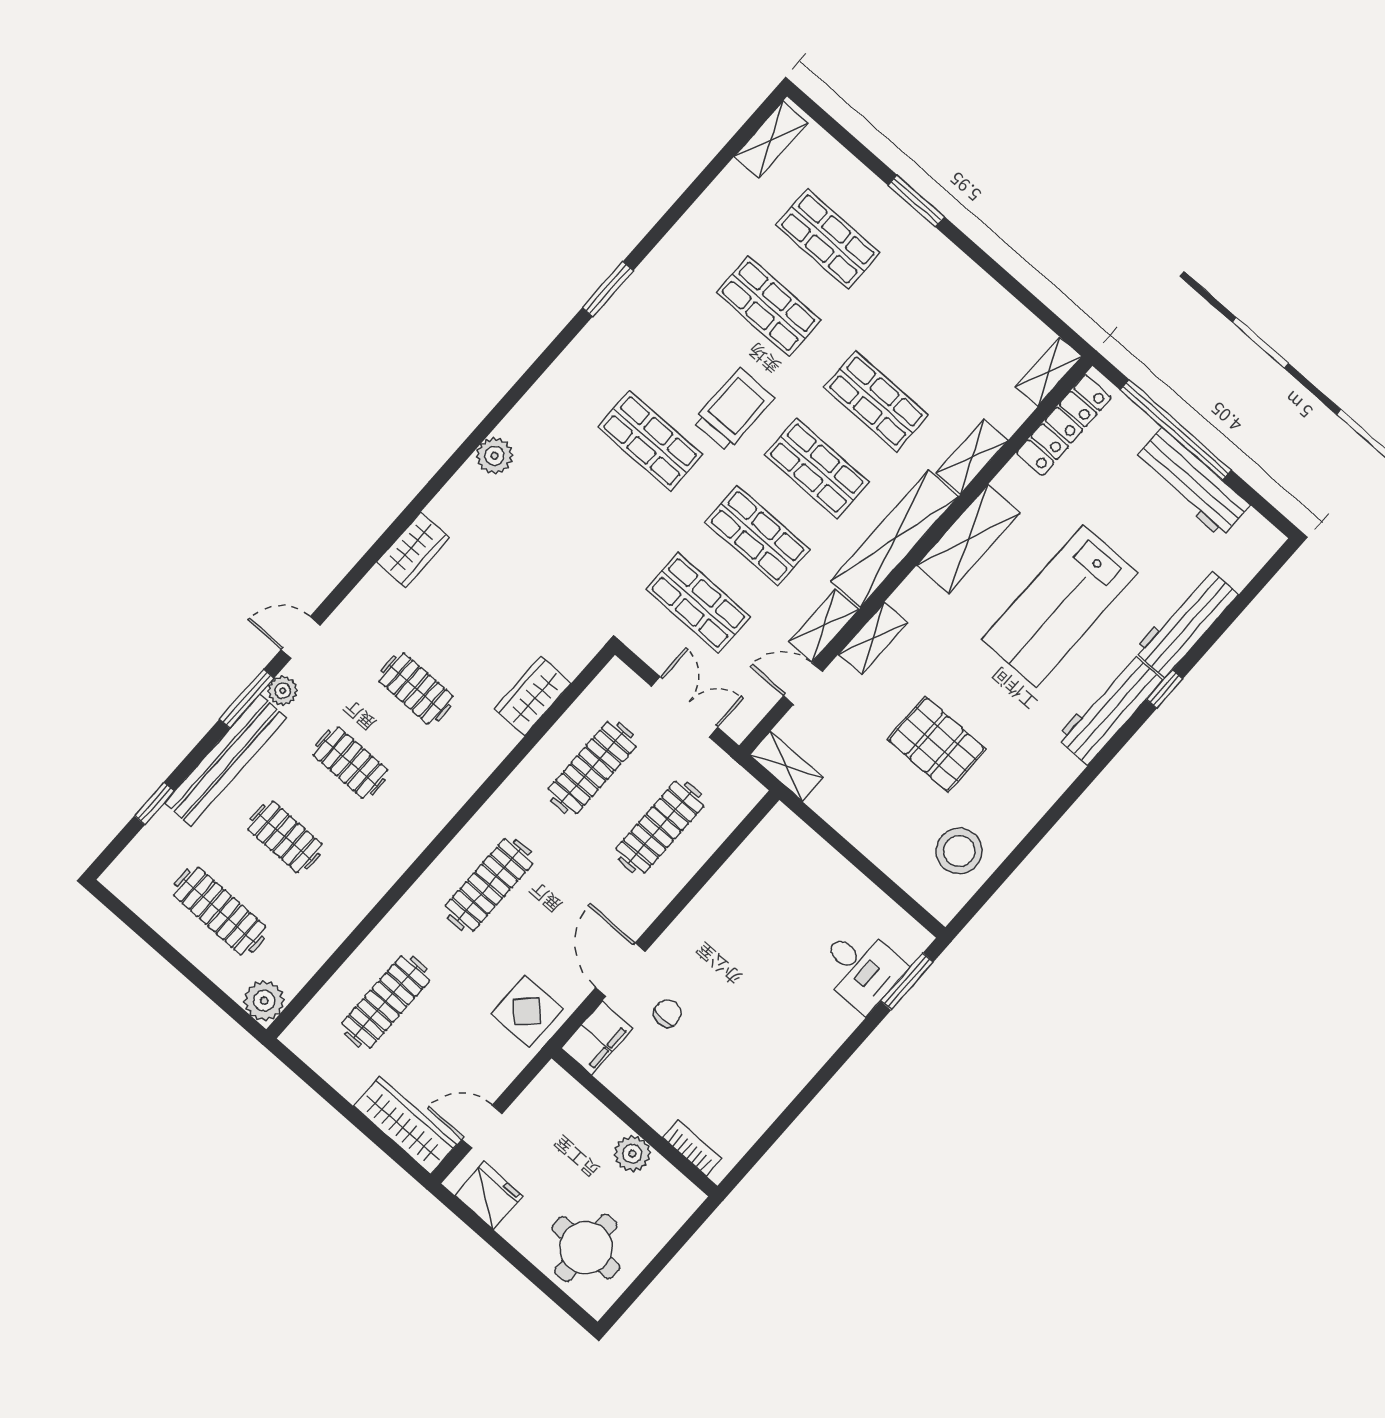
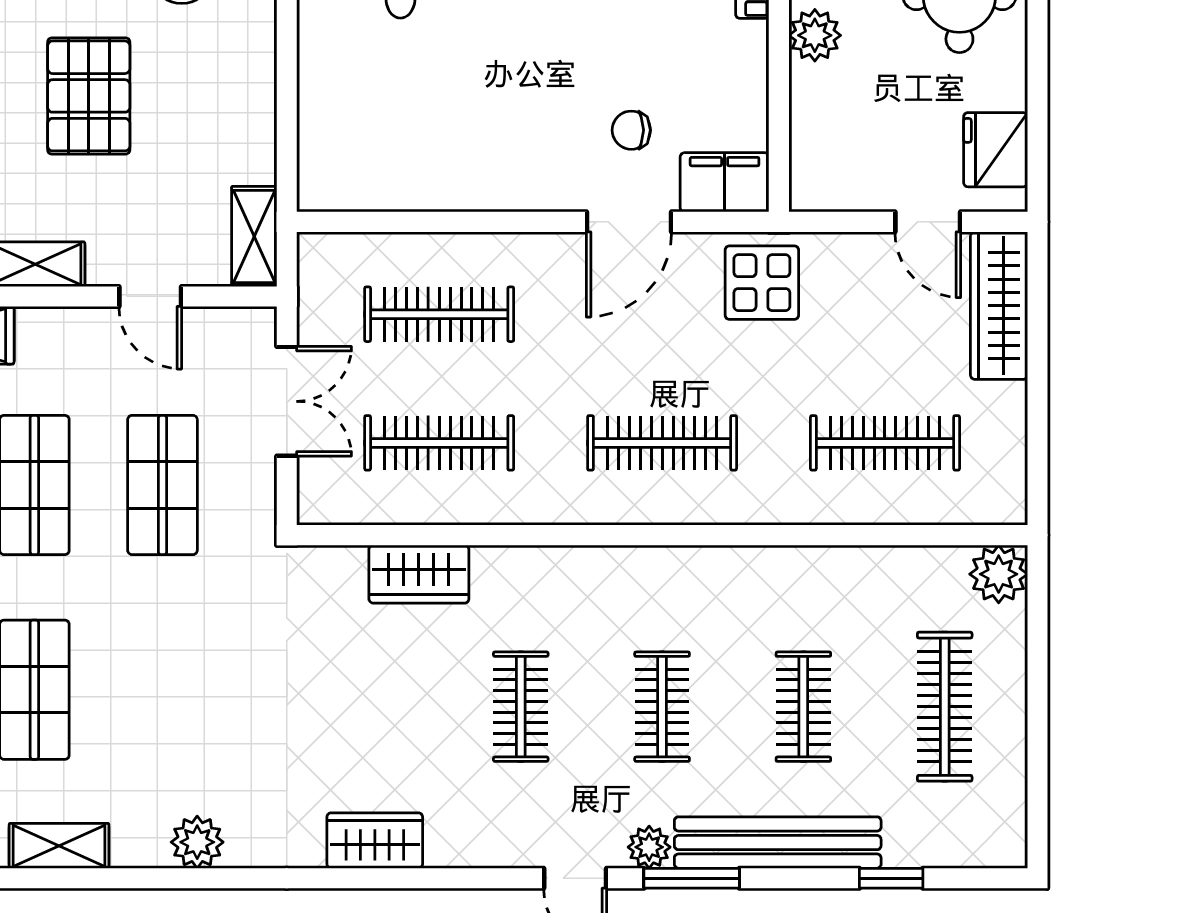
shelving: (824, 625) -> (59, 846), moved
double door: (685, 707) -> (287, 401), swing flipped

